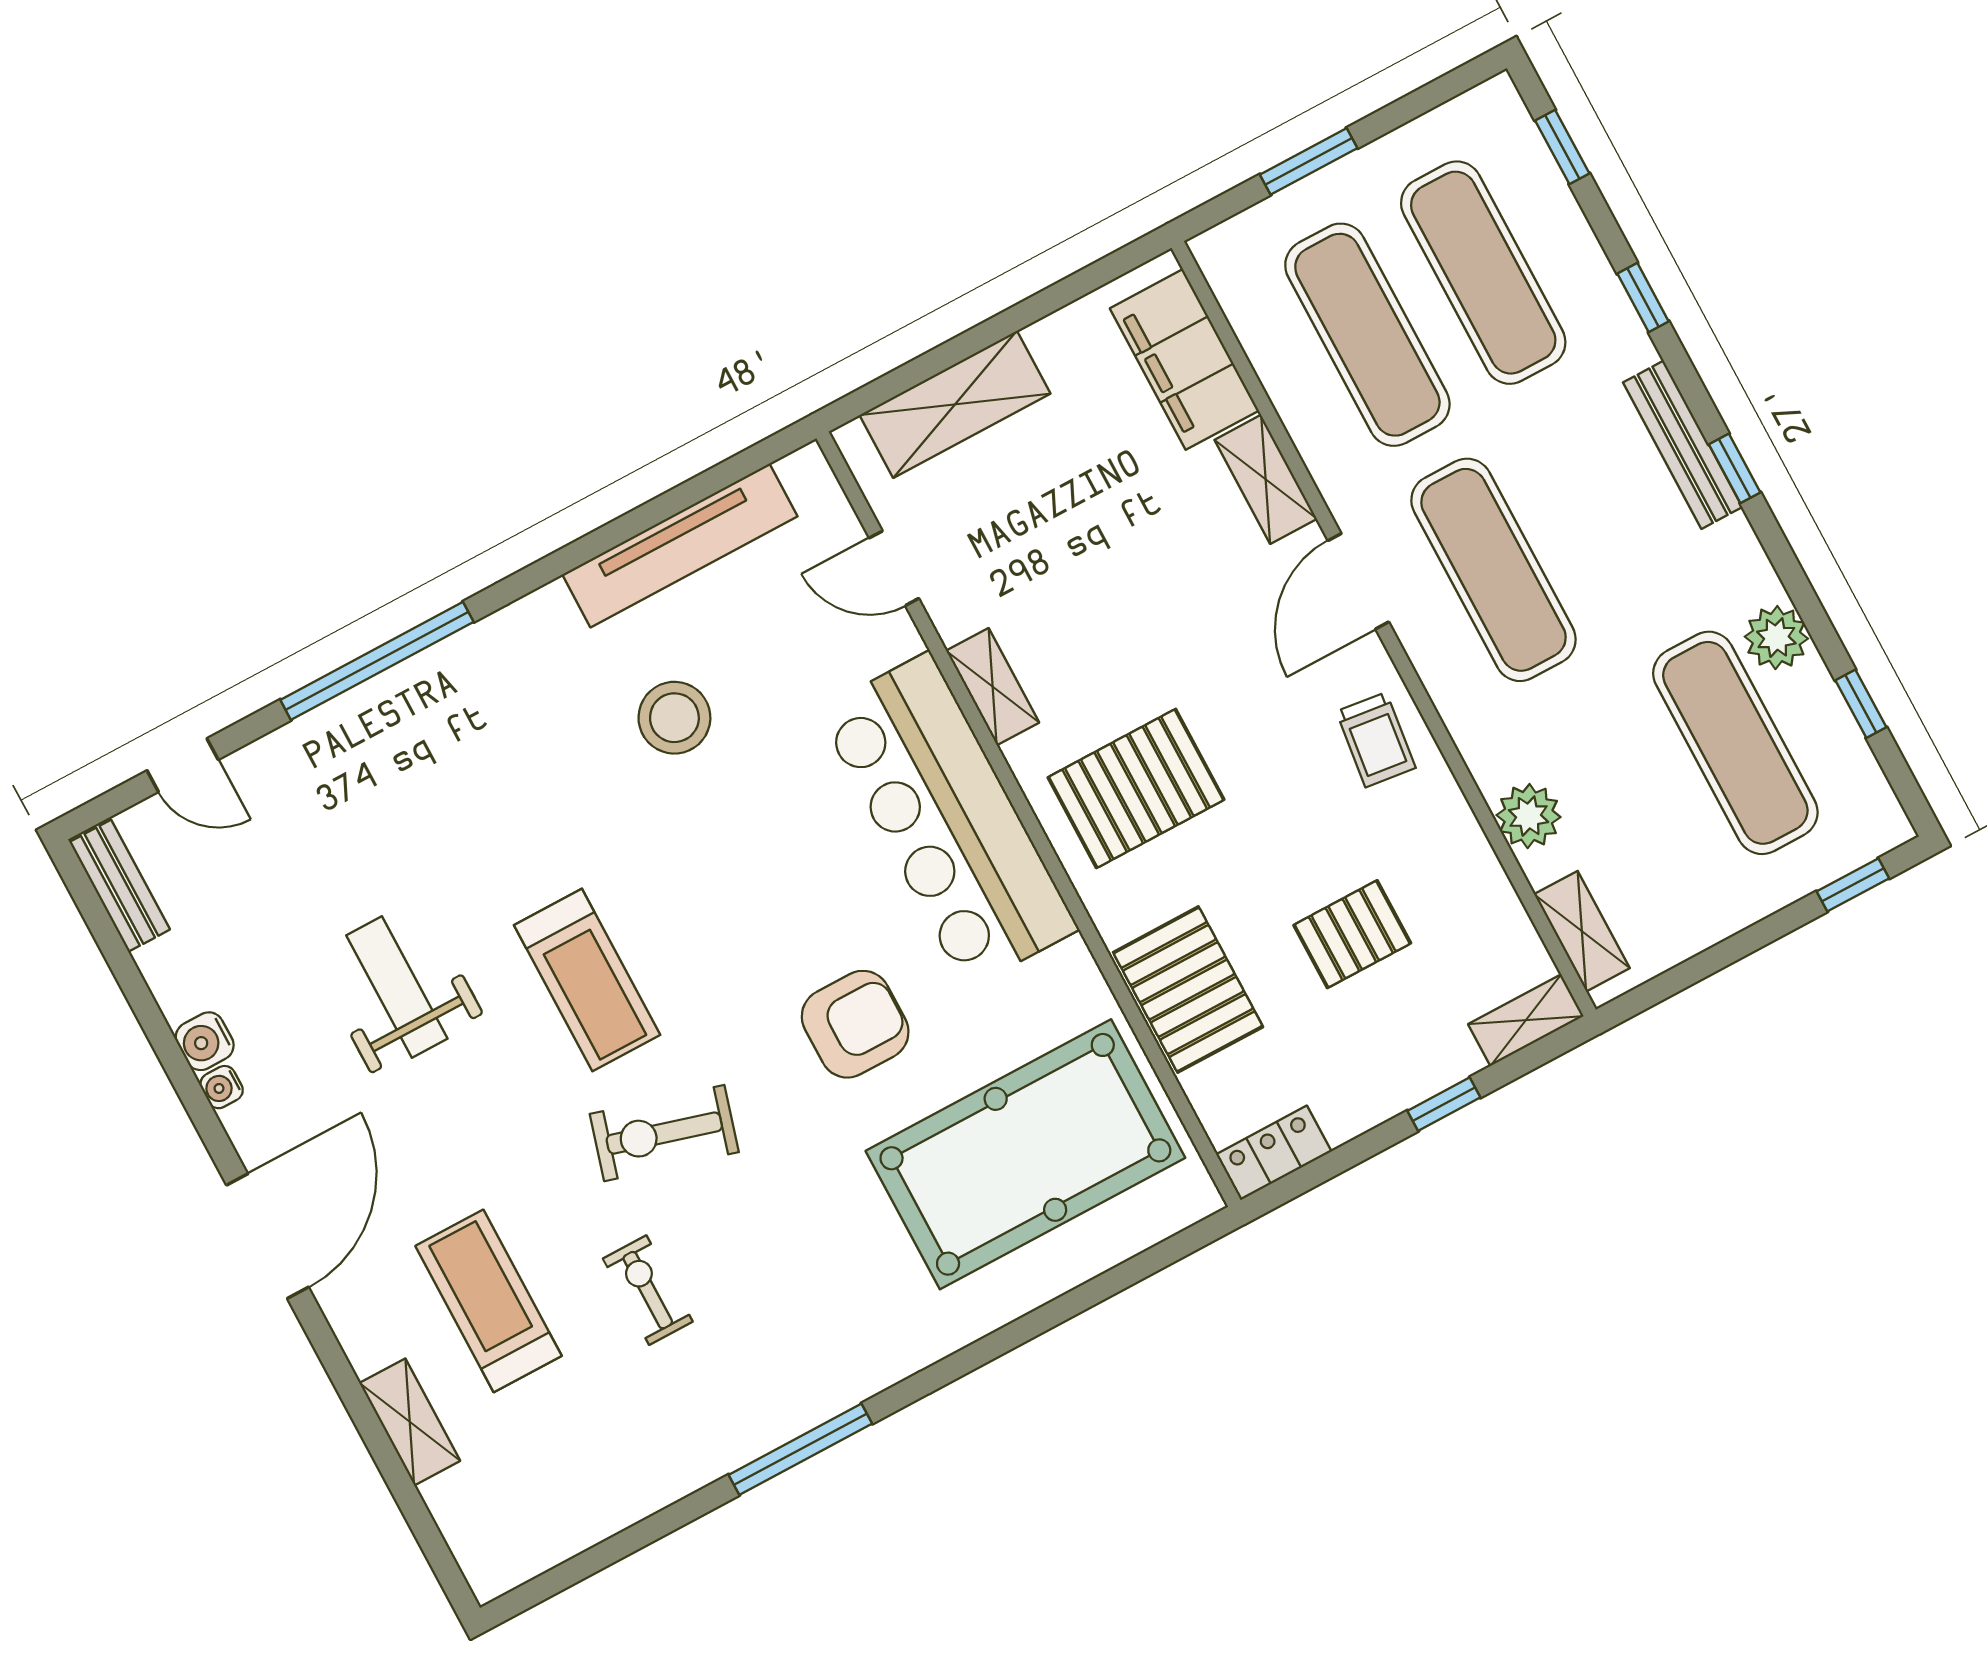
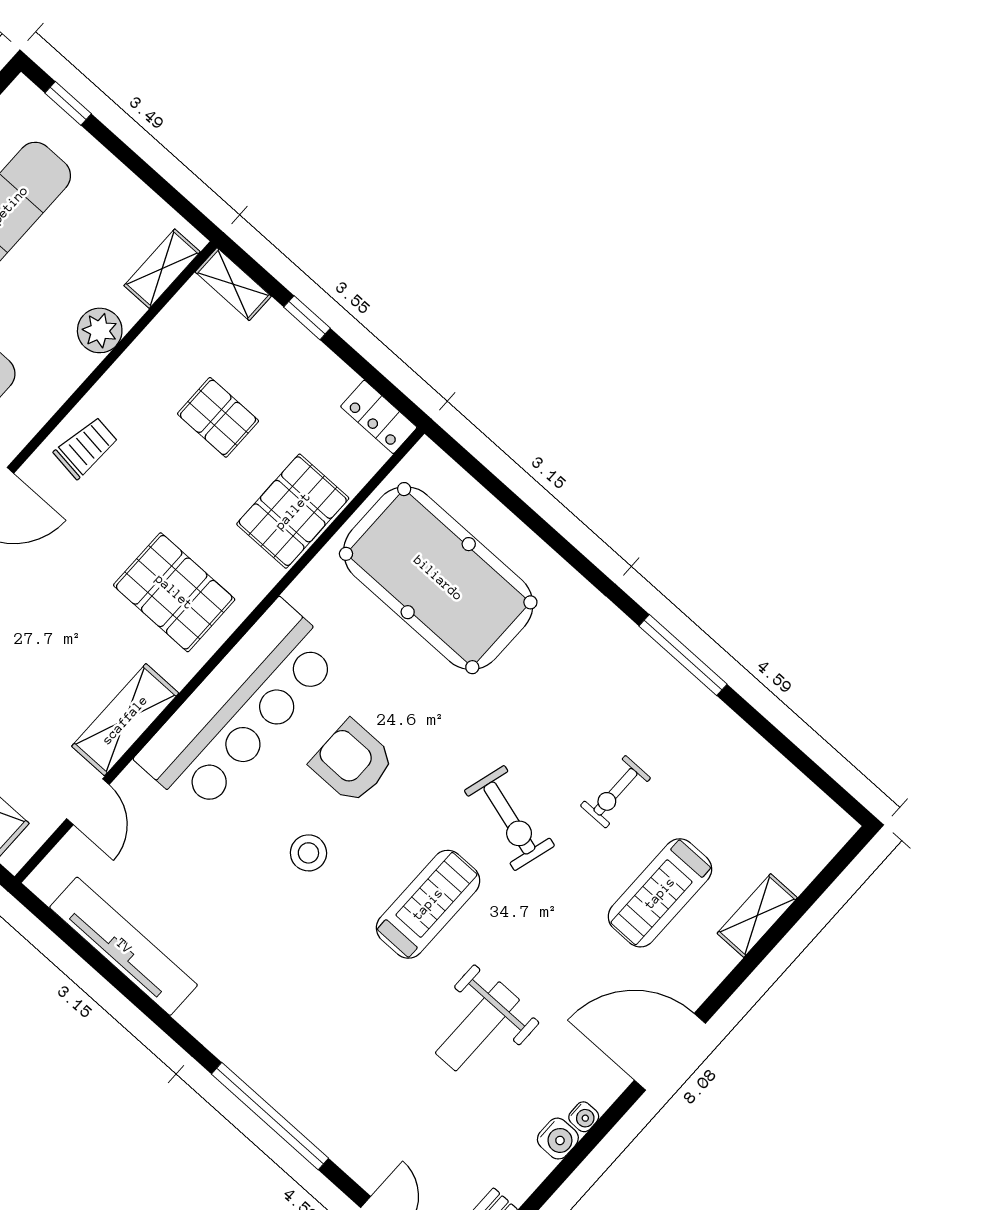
shelving: (993, 687) -> (125, 720), width x1.50, depth x1.33
stool: (674, 718) -> (308, 853), moved, width x0.73, depth x0.73
armchair: (855, 1024) -> (352, 762), moved

